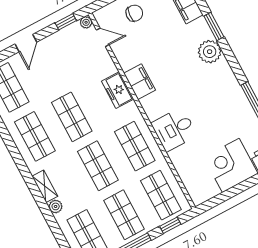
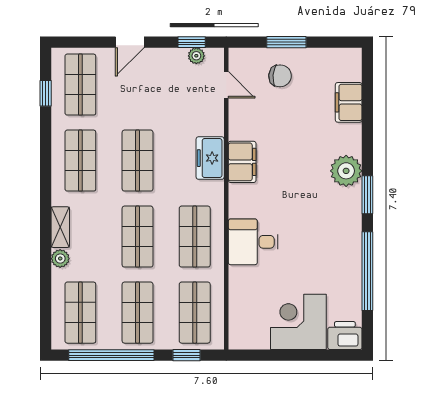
plant: (86, 22) -> (196, 56), moved
window: (214, 26) -> (367, 195), moved

